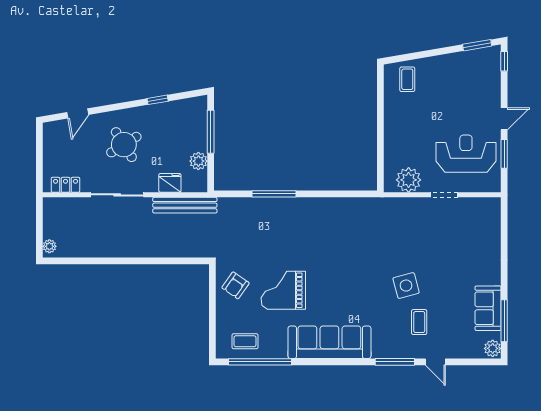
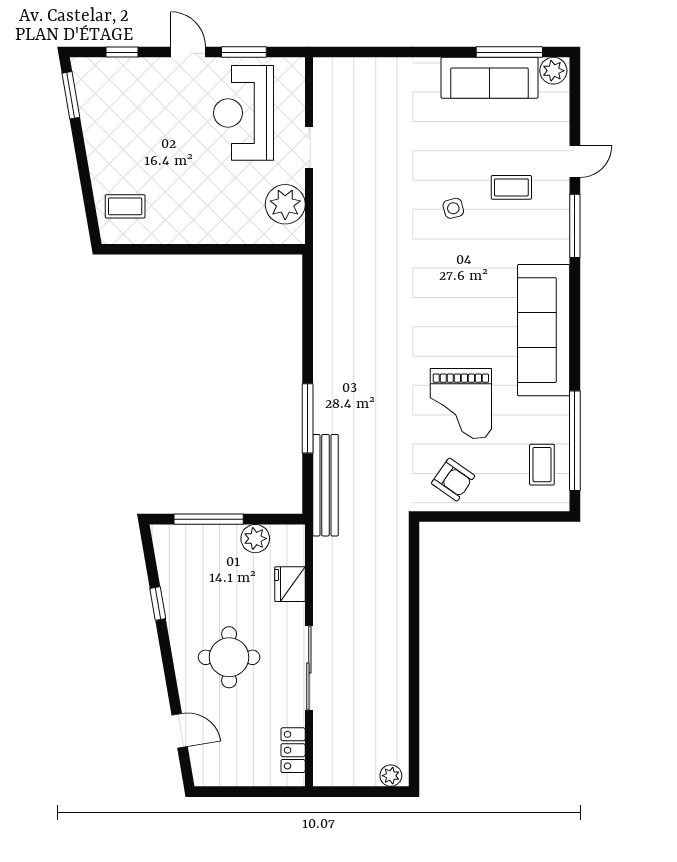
window: (504, 61) -> (122, 52), moved
round table: (124, 145) -> (229, 657), turned 32
bench: (185, 205) -> (325, 485), moved
side table: (406, 286) -> (453, 208), width x0.54, depth x0.54
sofa: (488, 308) -> (489, 78), width x1.36

